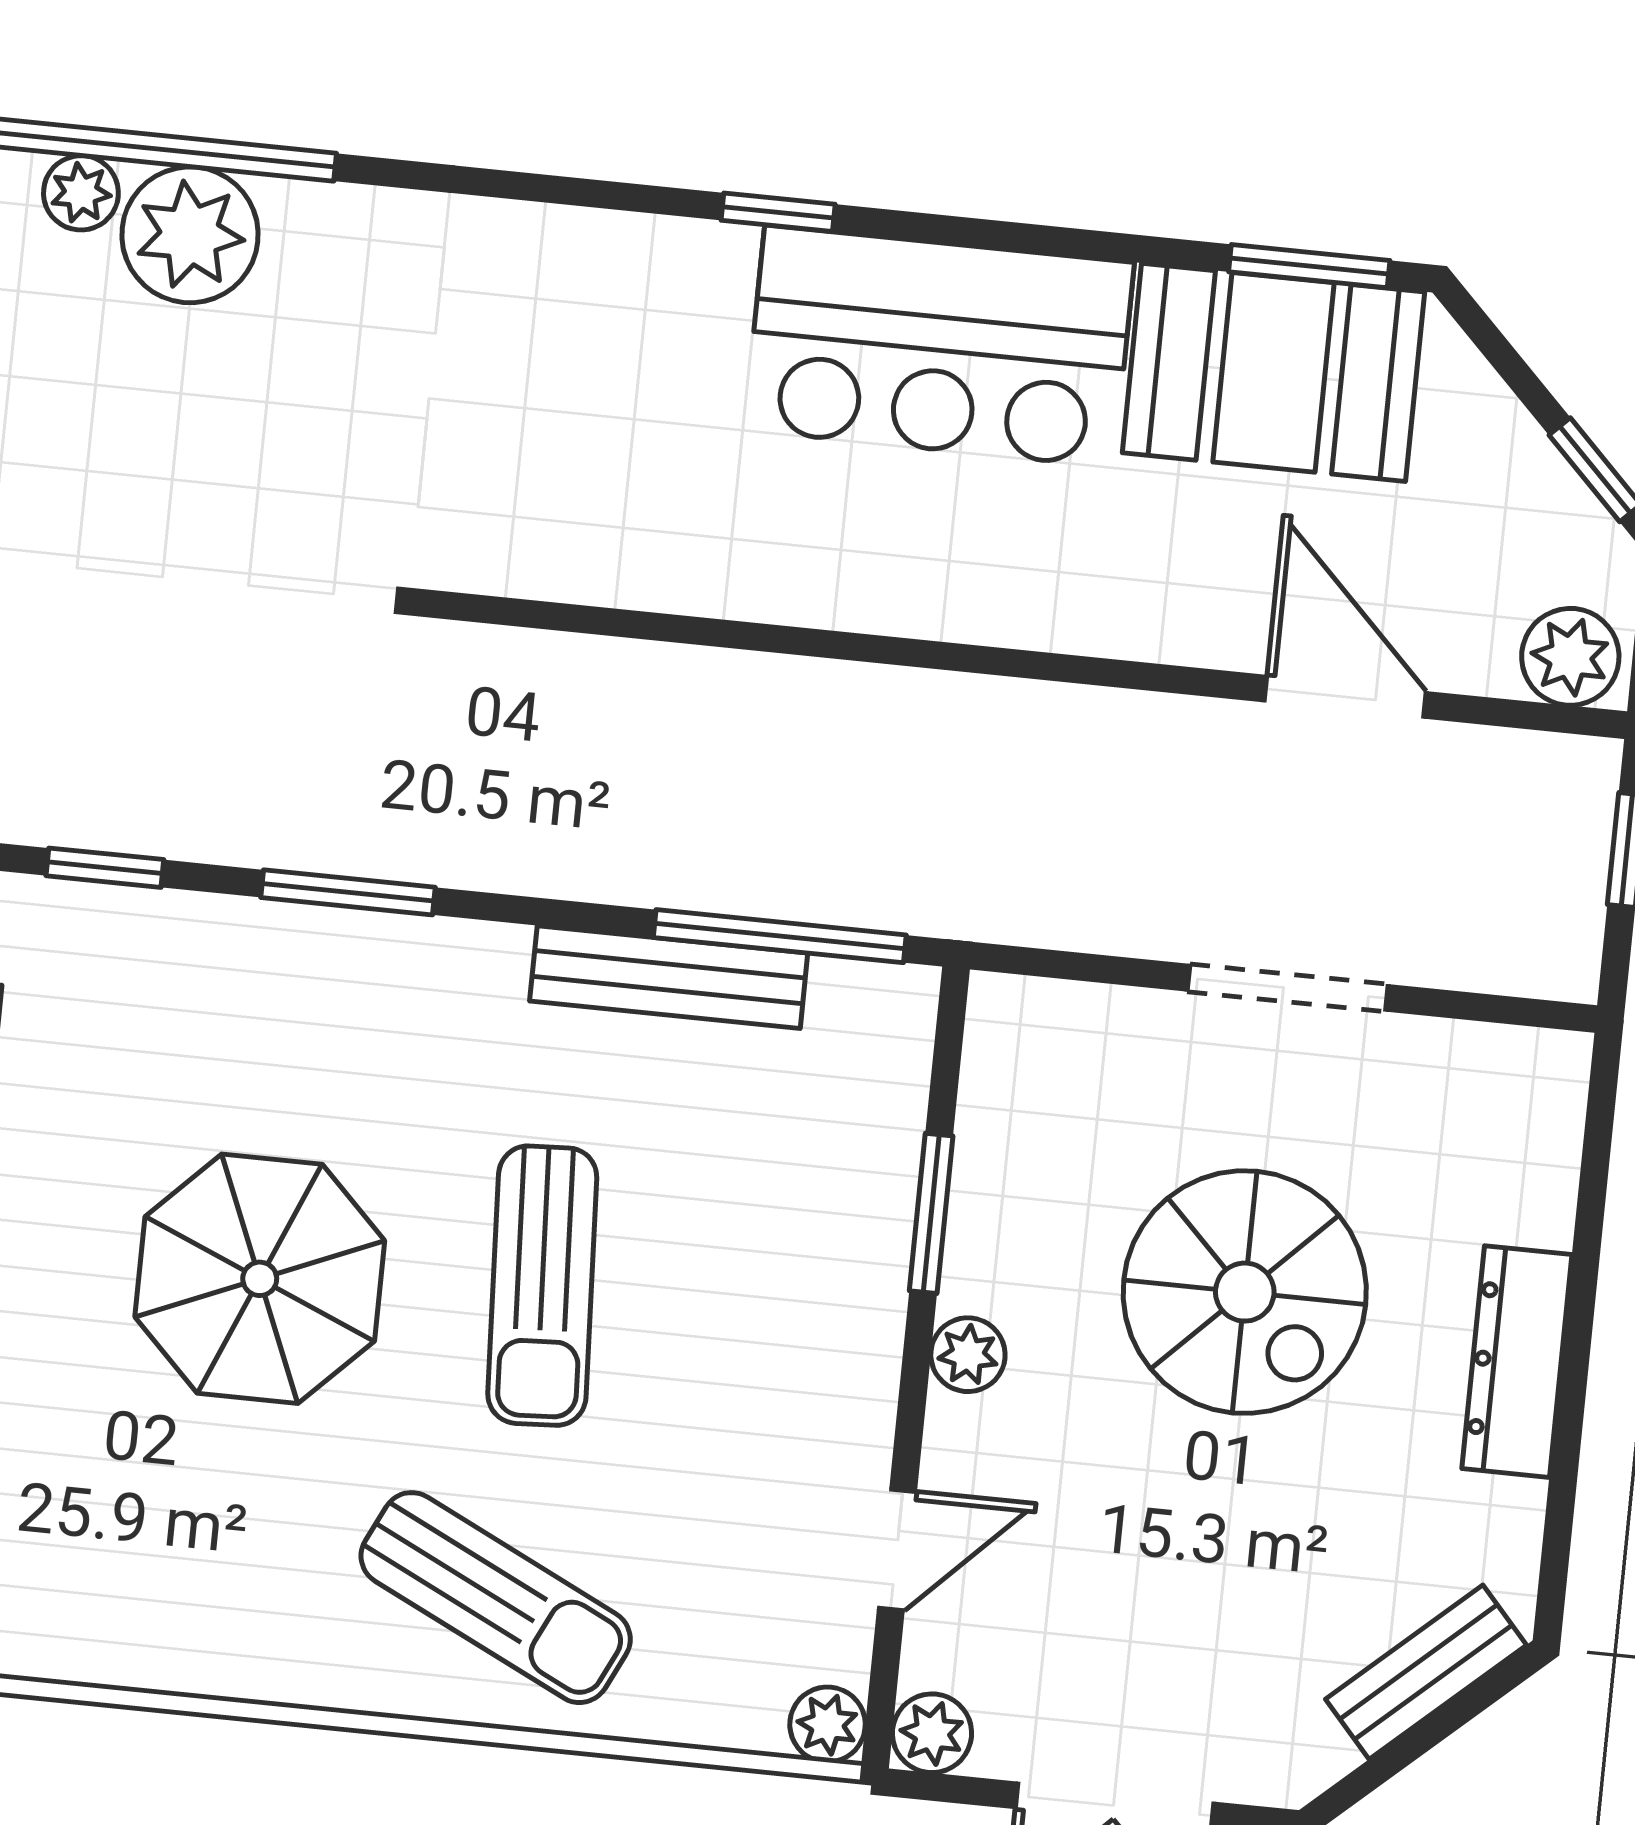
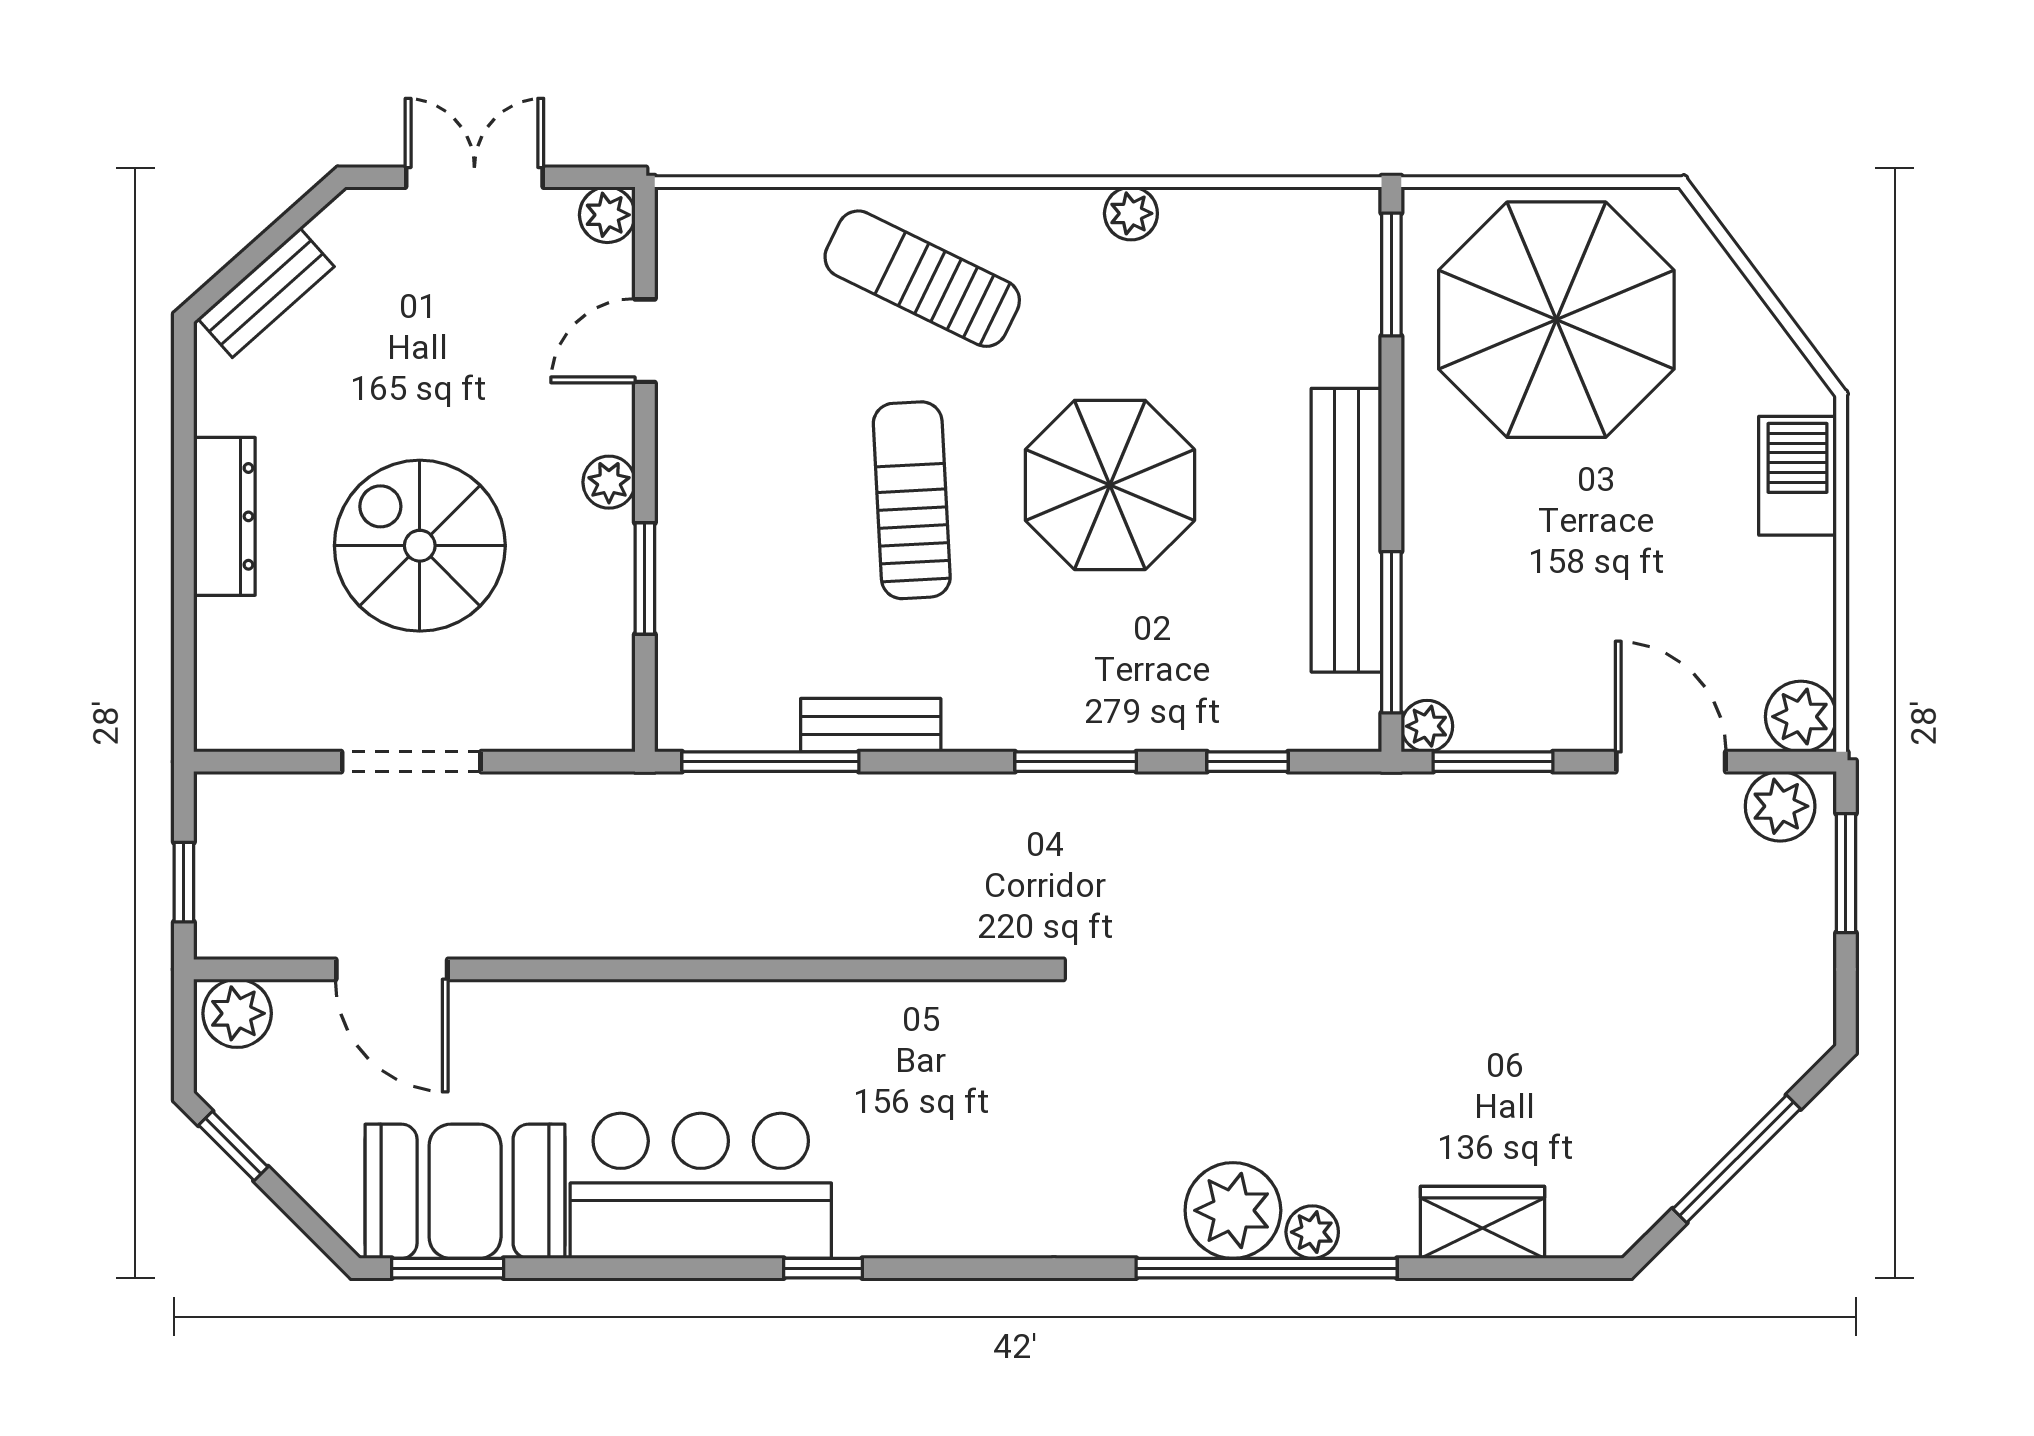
bench: (669, 977) -> (871, 725), width x0.73
plant: (828, 1725) -> (1131, 213), moved

